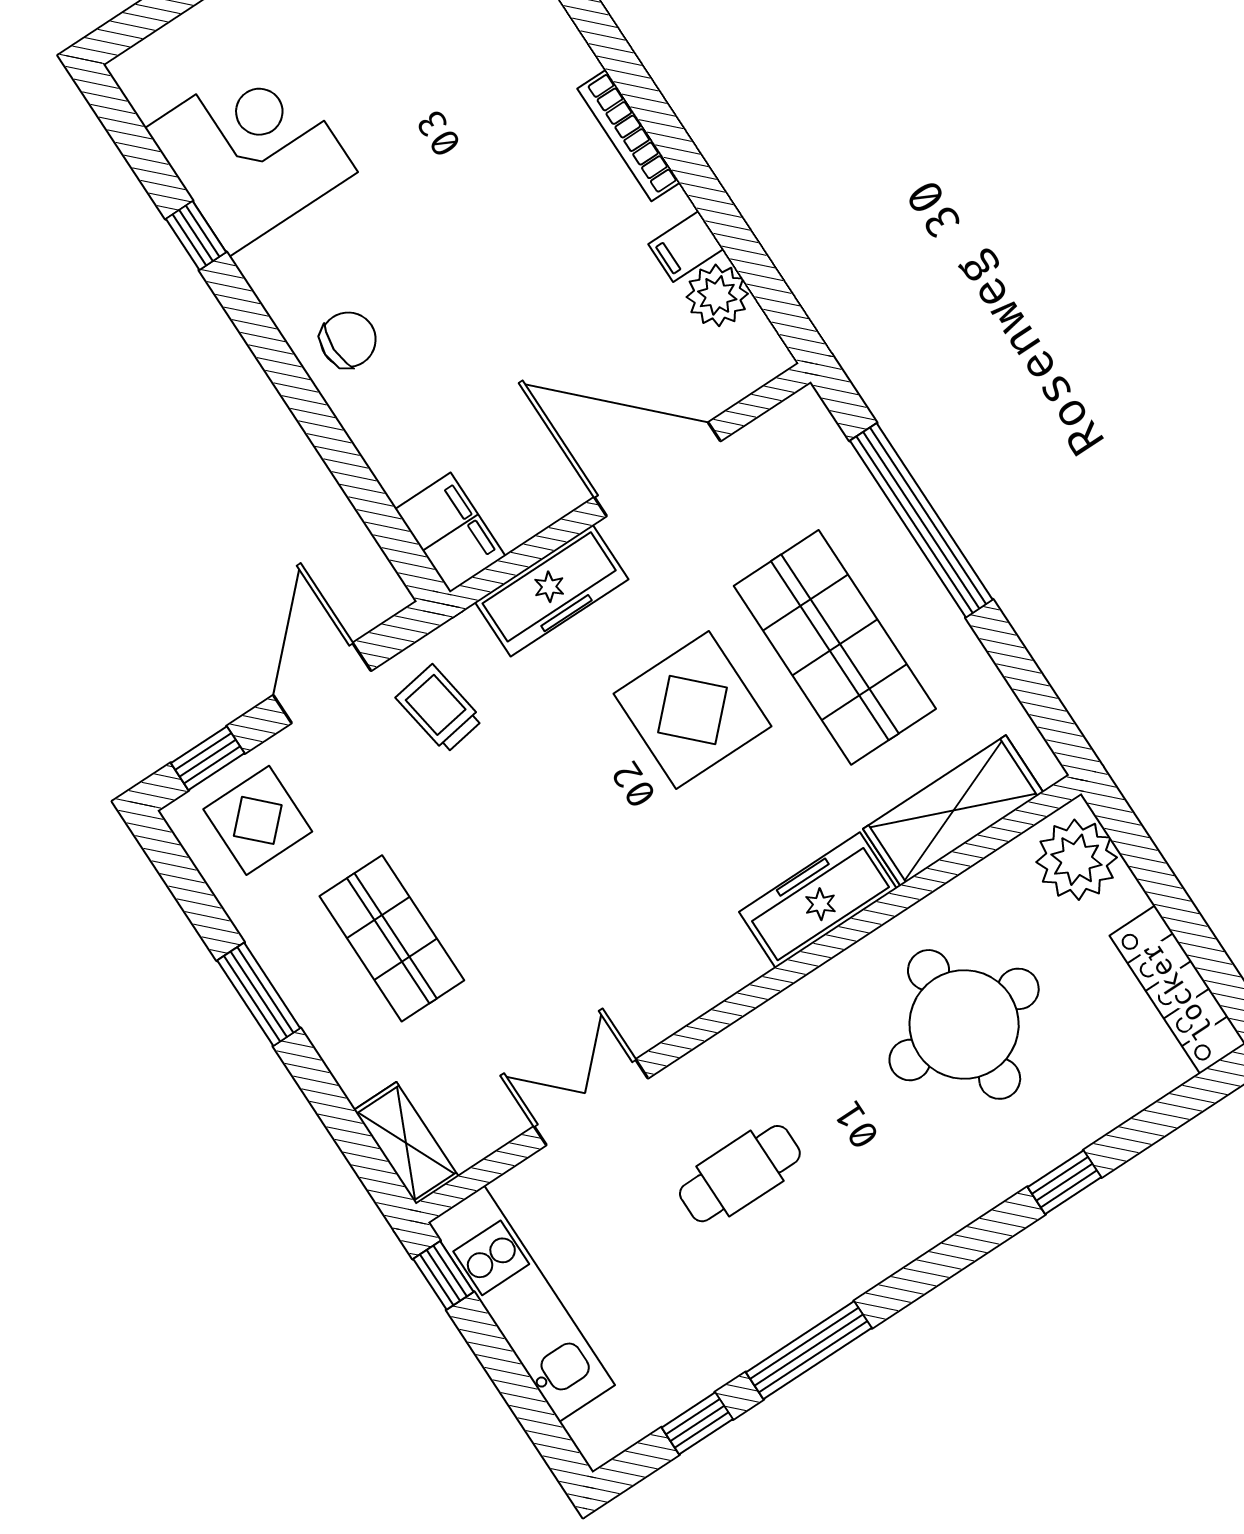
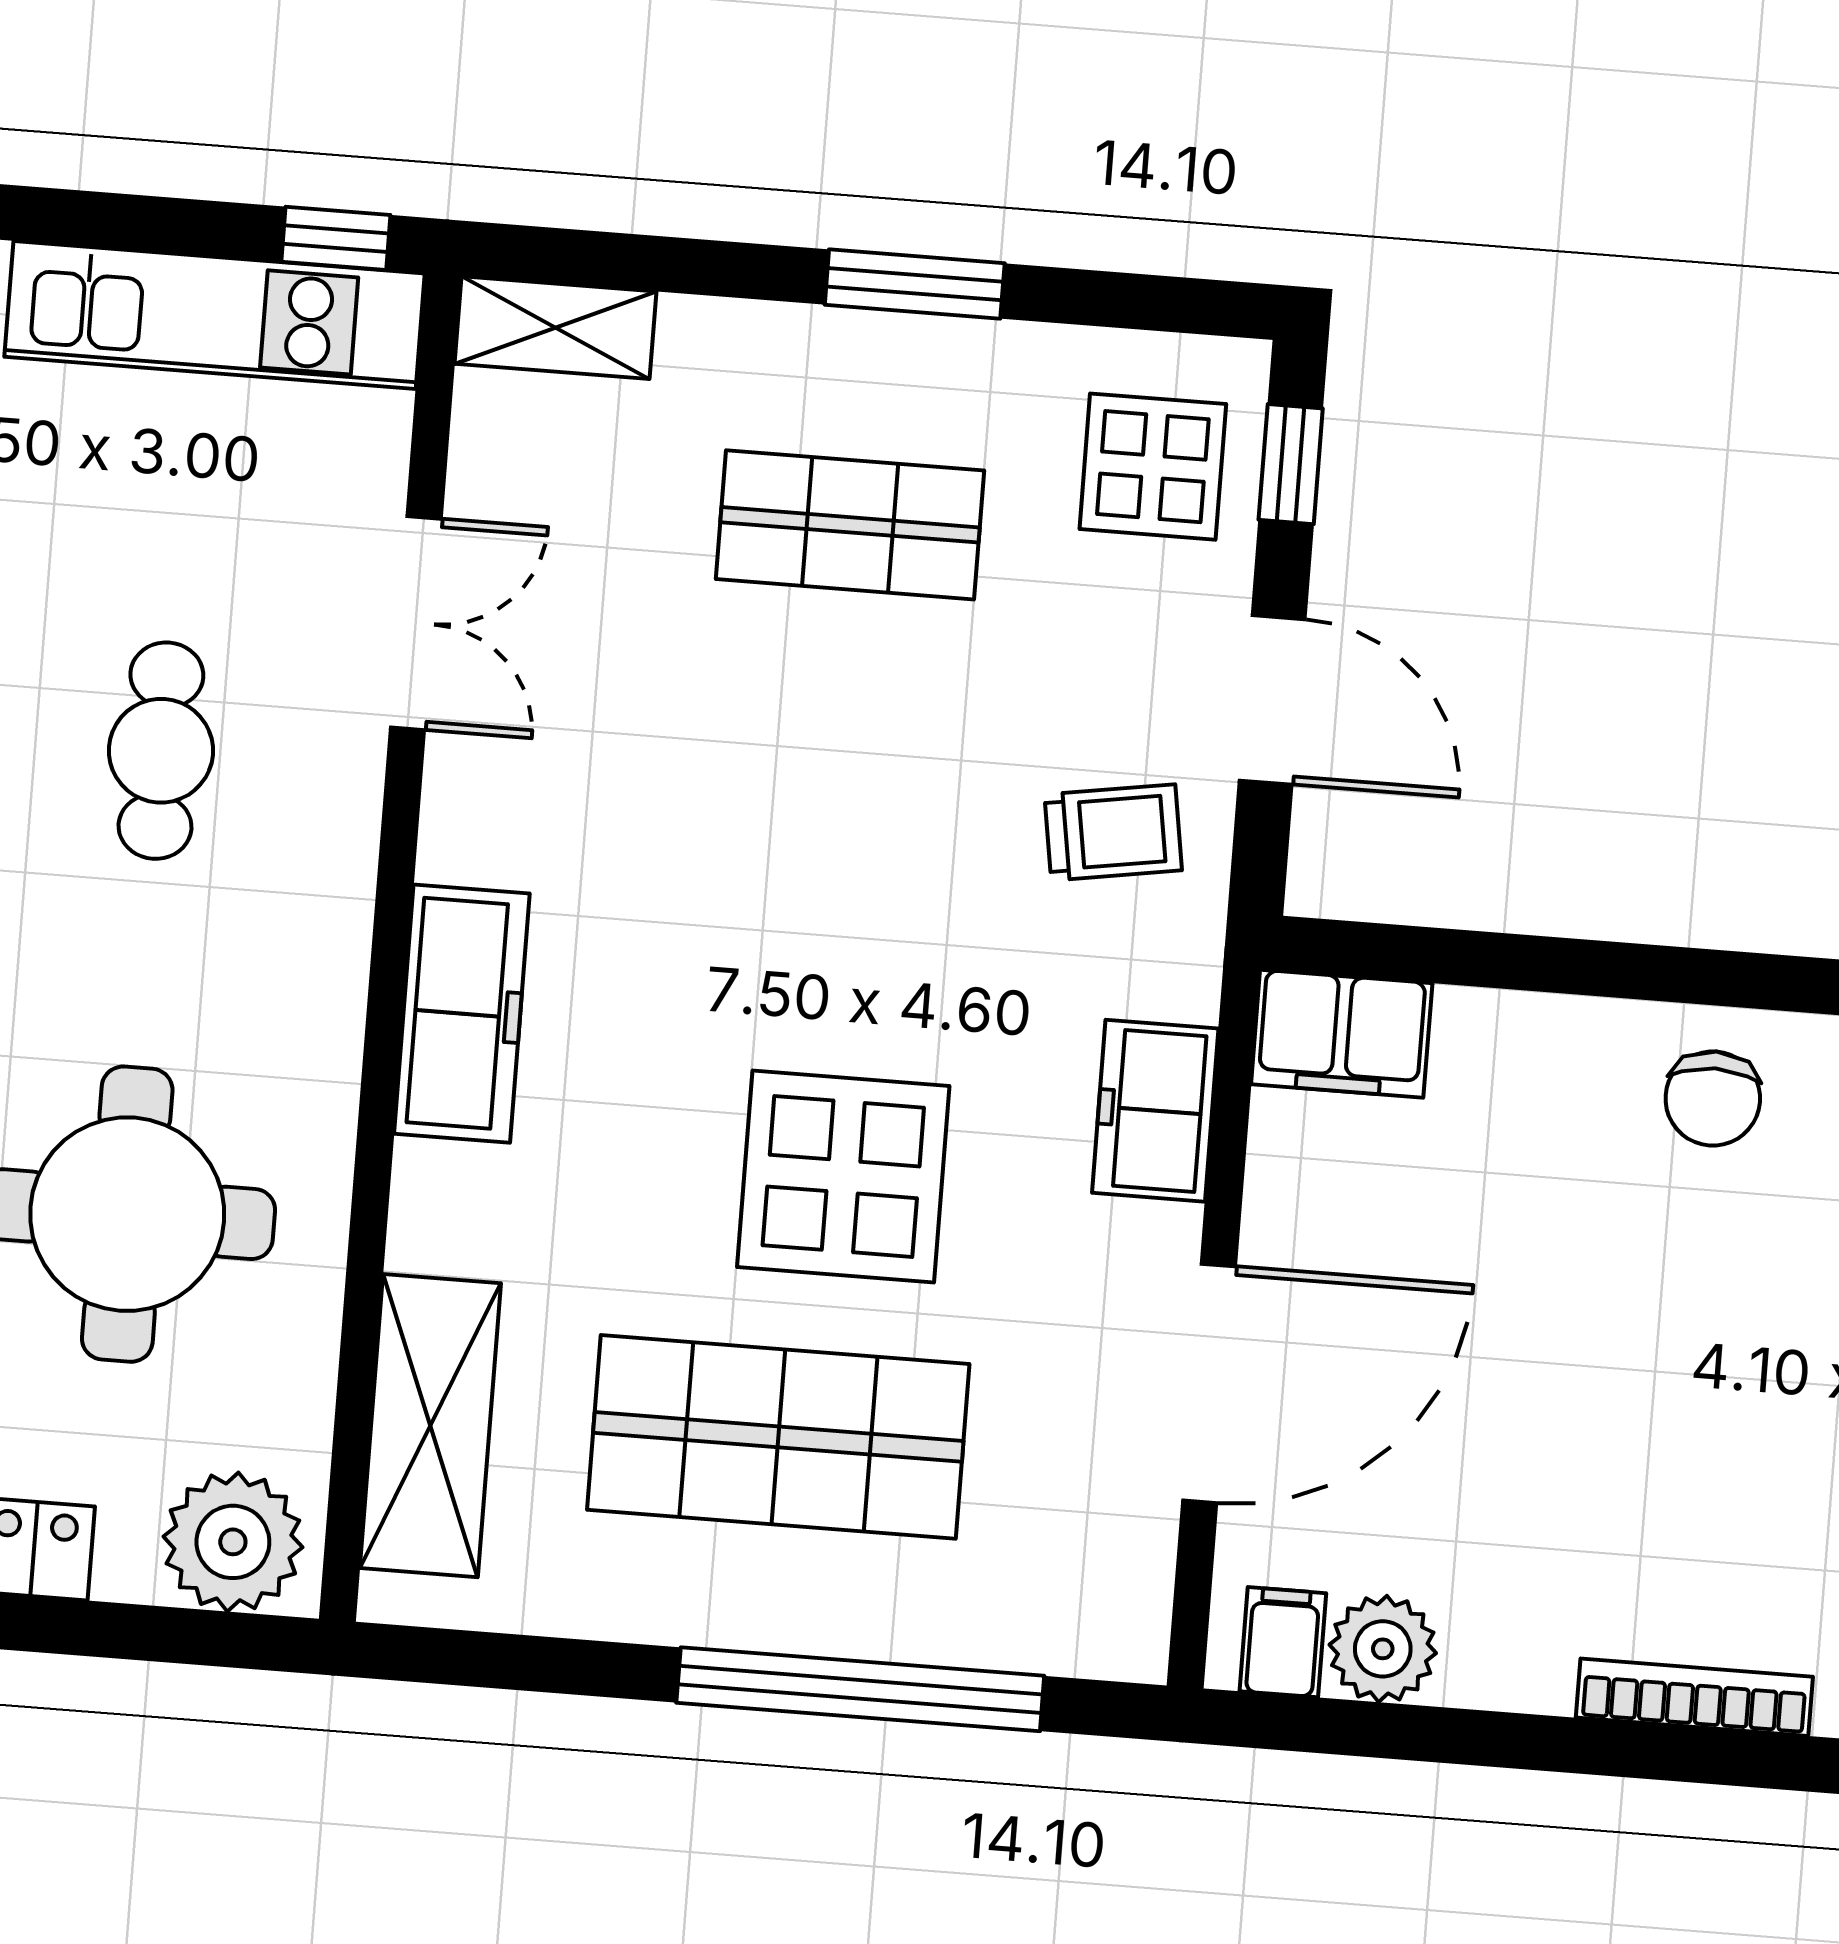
filing cabinet: (686, 247) -> (1283, 1642), moved
freezer: (552, 591) -> (1155, 1111), width x0.71
freezer: (818, 900) -> (462, 1014), moved

